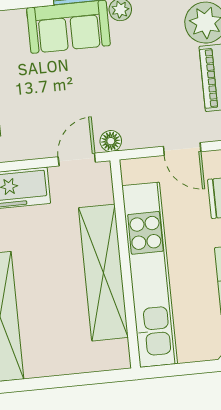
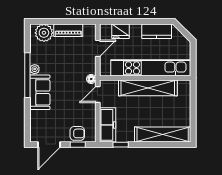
door: (77, 160) -> (98, 94), hinge flipped

